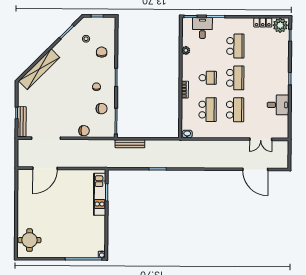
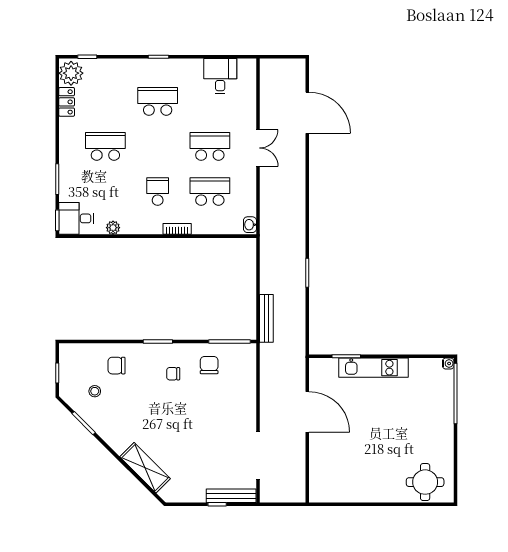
desk: (202, 28) -> (76, 218), moved
shelving: (39, 69) -> (145, 468), width x0.68
school desk: (235, 78) -> (158, 101), moved
desk: (278, 105) -> (220, 76), moved
chair: (84, 131) -> (245, 394), removed
double door: (261, 139) -> (258, 148), moved
door: (45, 168) -> (307, 412), moved
door: (255, 169) -> (307, 113), hinge flipped
kitchen unit: (100, 194) -> (373, 368), moved

